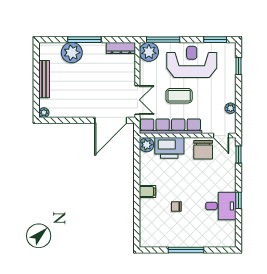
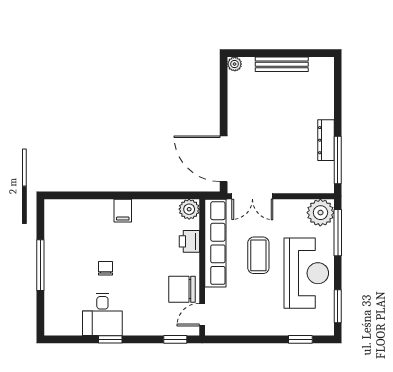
window: (84, 40) -> (338, 160), moved
dresser: (121, 48) -> (326, 140), moved
plant: (72, 53) -> (319, 104), removed
plant: (231, 108) -> (241, 328), removed
printer: (169, 148) -> (189, 241), width x0.53, depth x0.68
chair: (176, 207) -> (105, 268), moved

